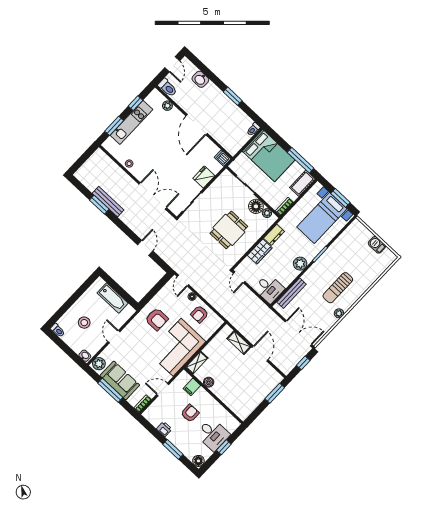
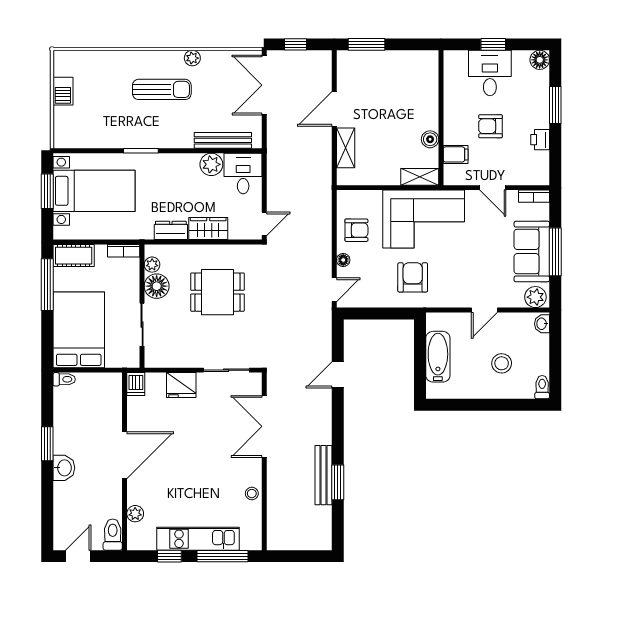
washbasin: (200, 79) -> (64, 468), moved
window: (114, 126) -> (223, 556), width x1.44
plant: (300, 264) -> (211, 164), moved

